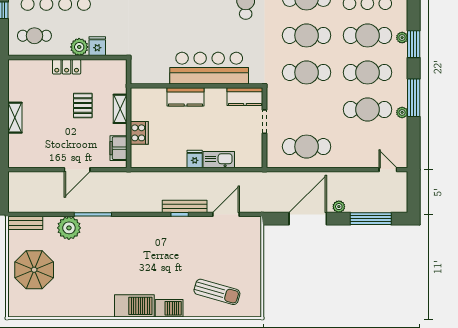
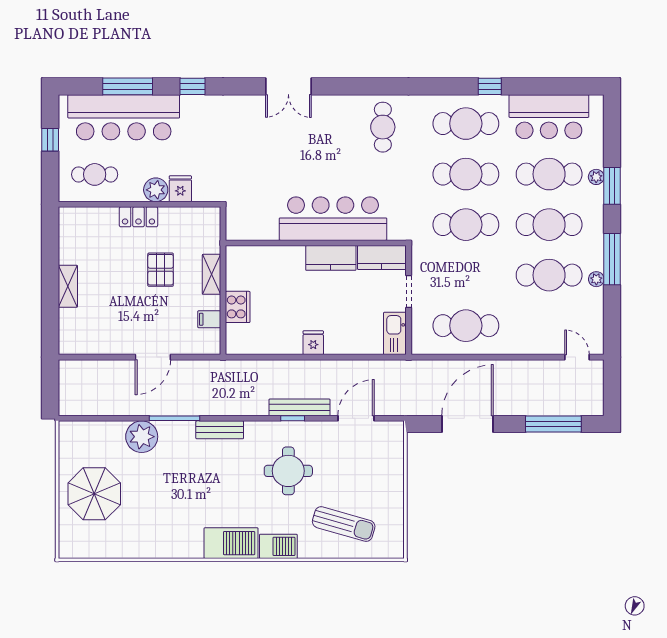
kitchen counter: (186, 97) -> (331, 258), moved
filing cabinet: (118, 148) -> (209, 319), width x0.50
kitchen sink: (219, 160) -> (395, 333), moved, turned -90
plant: (339, 207) -> (510, 408), removed
bench: (25, 223) -> (220, 430), moved
round table: (176, 253) -> (288, 471), added

